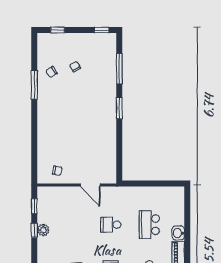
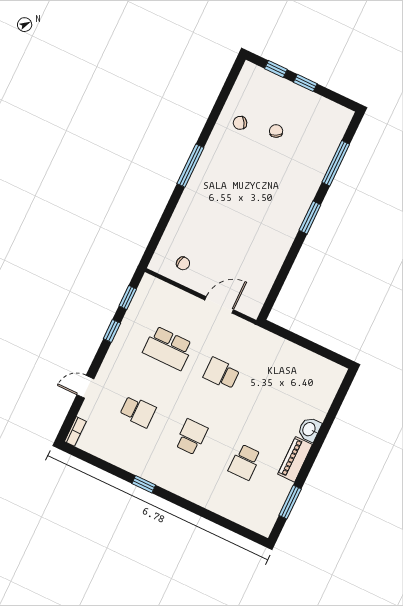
window: (102, 30) -> (305, 83), moved
window: (34, 85) -> (190, 166), moved
door: (90, 185) -> (219, 305), swing flipped
school desk: (149, 225) -> (168, 348), moved, turned -90
plant: (43, 230) -> (125, 336), removed

